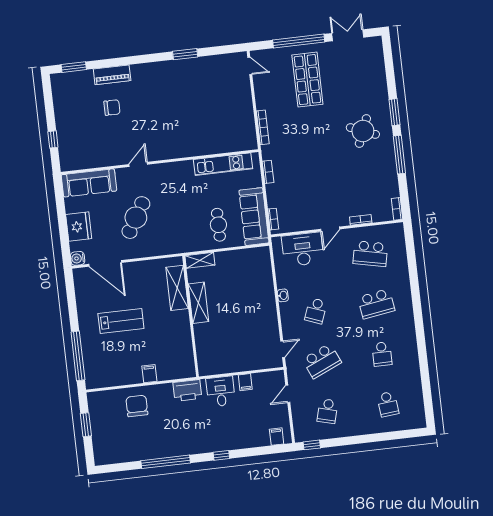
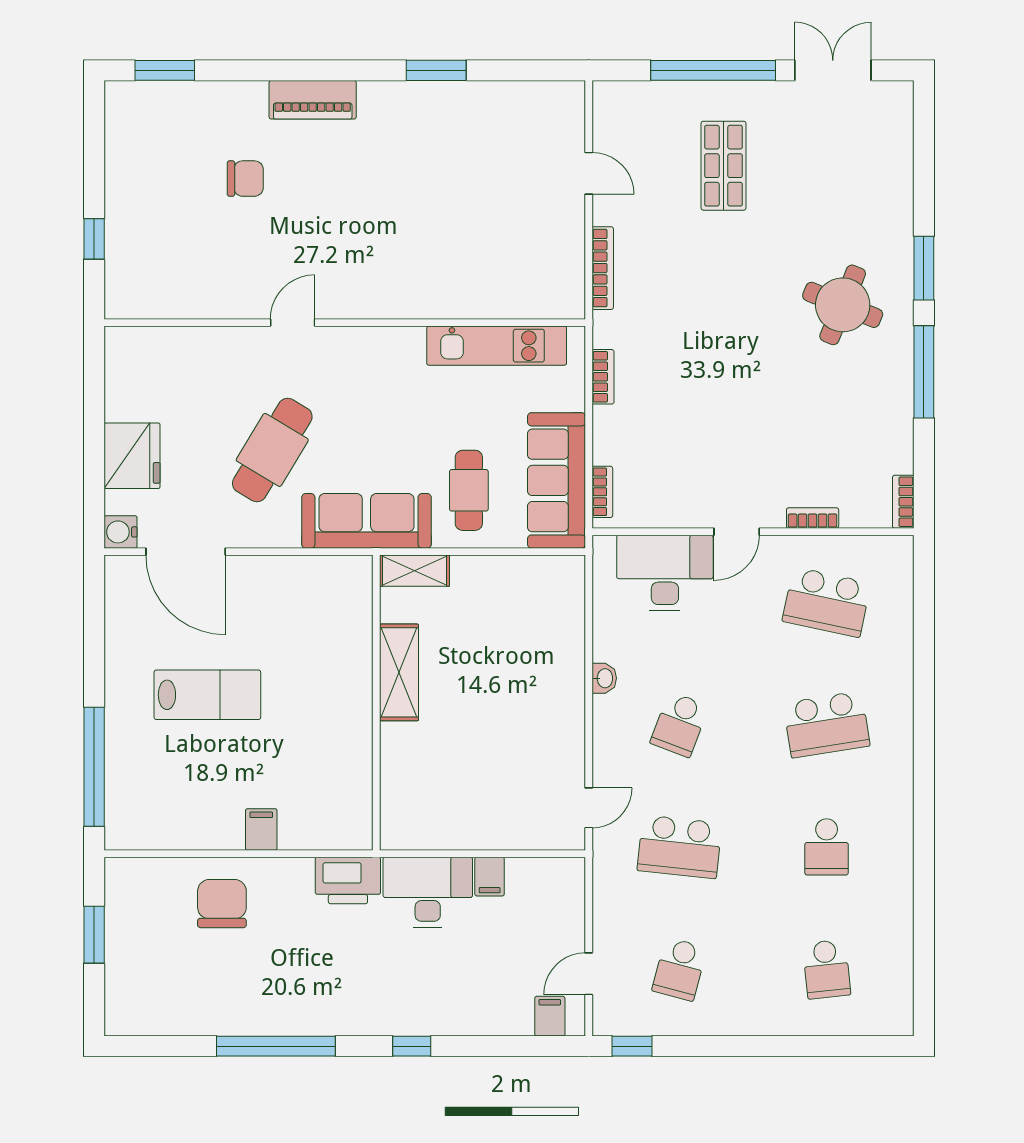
door: (250, 66) -> (589, 173), moved
piano: (112, 75) -> (313, 100), moved
shop shelf: (307, 80) -> (724, 166), width x0.70, depth x0.74
sofa: (89, 183) -> (366, 521), moved, turned 180
shelving: (177, 288) -> (352, 631), removed
school desk: (322, 361) -> (679, 847), turned 30
desk: (221, 391) -> (428, 892), width x1.37
door: (288, 394) -> (589, 974), moved

